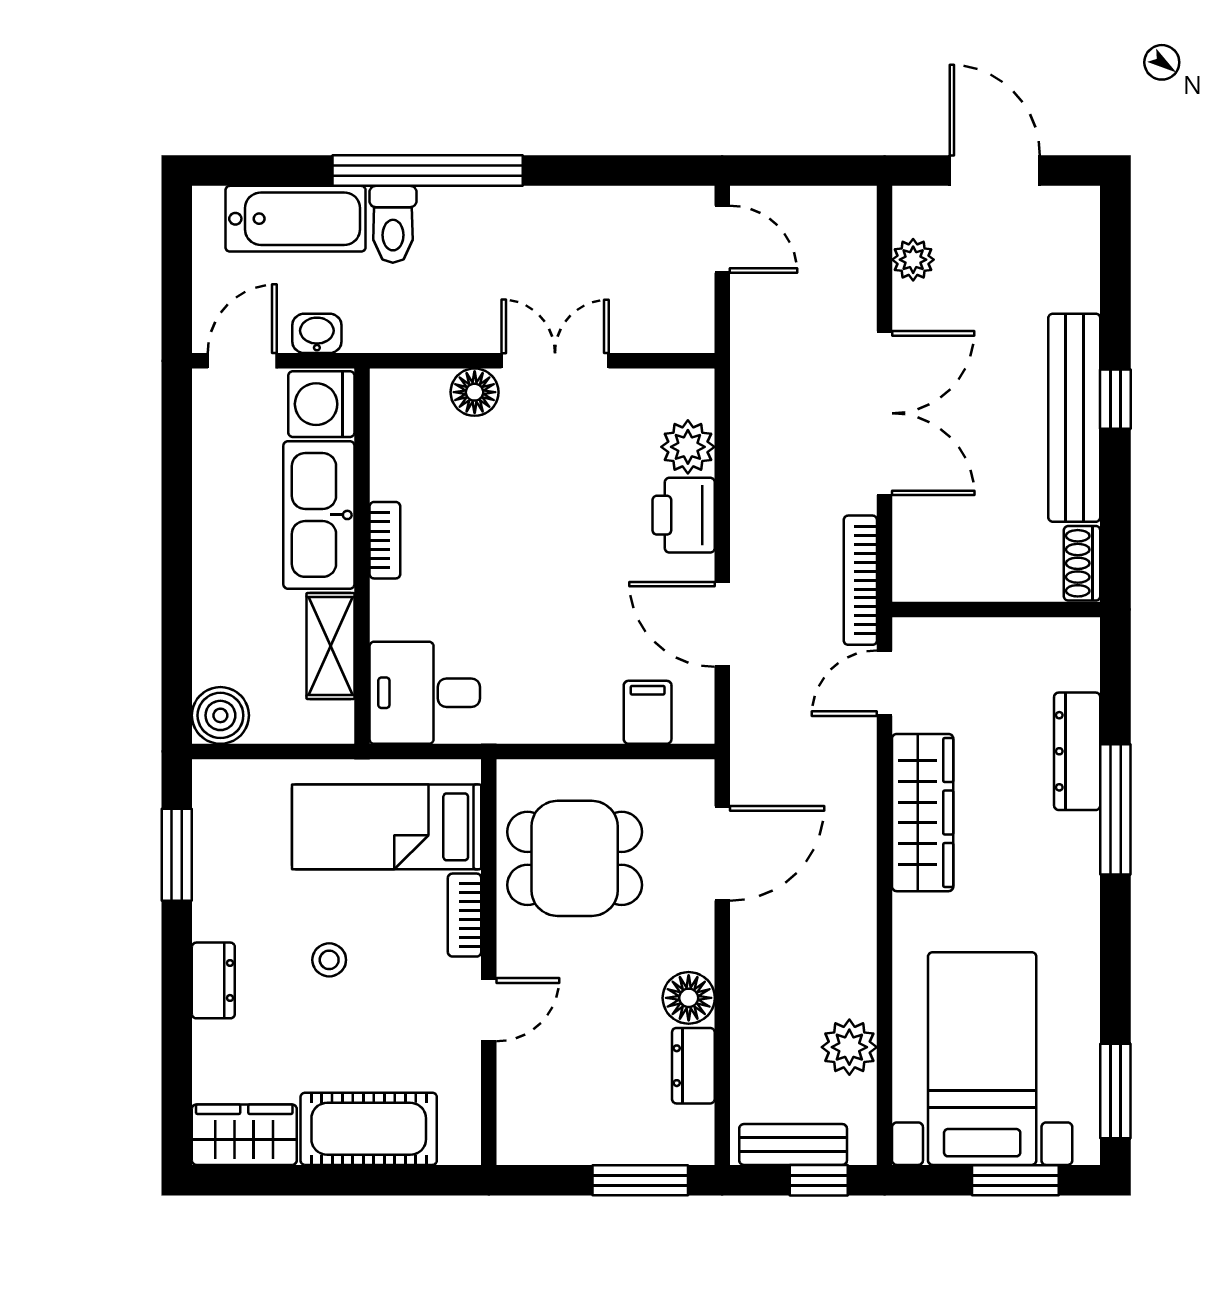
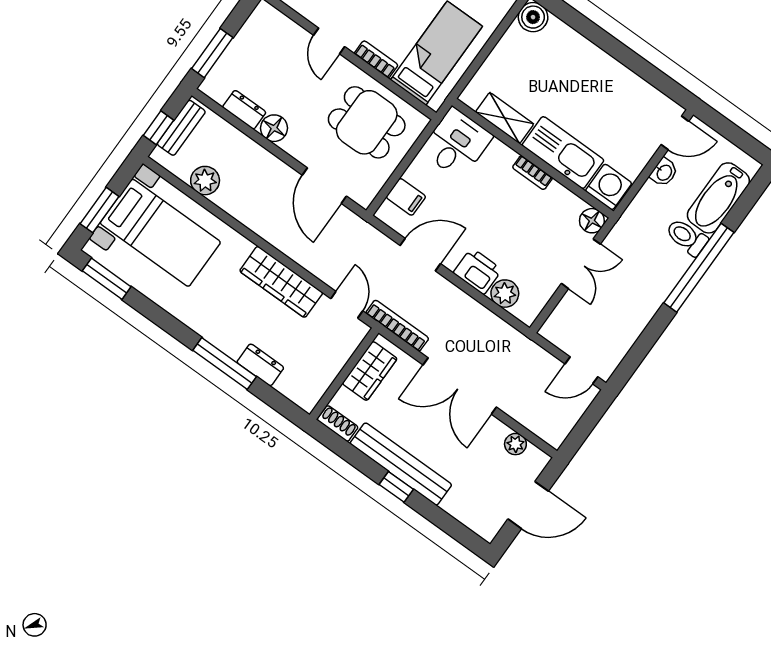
door: (242, 361) -> (675, 133), hinge flipped
washing machine: (321, 404) -> (609, 187), moved
kitchen sink: (319, 515) -> (563, 153), moved
bookcase: (385, 540) -> (532, 173), moved
wall: (362, 556) -> (533, 158), moved
wardrobe: (963, 572) -> (370, 371), added
shelving: (330, 646) -> (505, 118), moved
desk: (425, 693) -> (457, 143), moved
dresser: (1077, 751) -> (260, 365), width x0.70
dining table: (575, 858) -> (367, 122), turned 90

